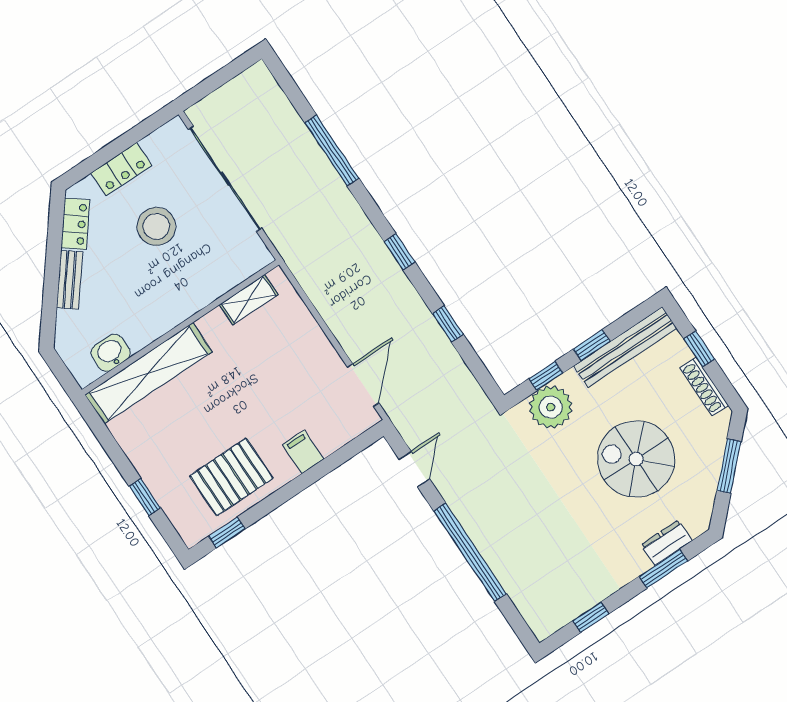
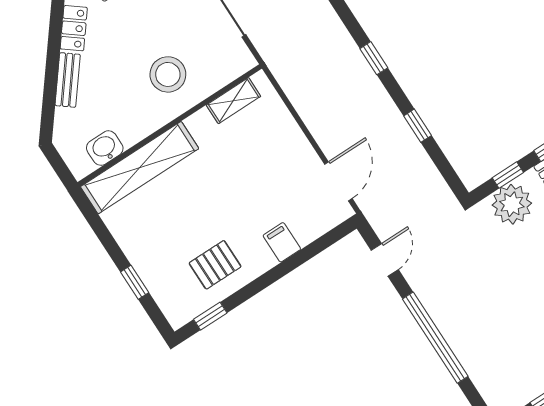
stool: (156, 226) -> (168, 74), moved
pallet: (231, 477) -> (215, 265), width x0.67, depth x0.71

